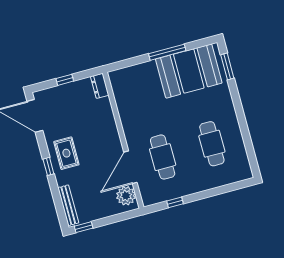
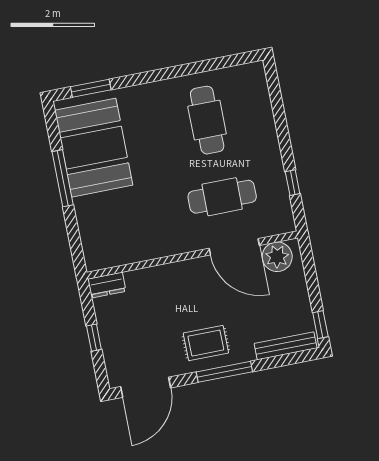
cafe table: (212, 144) -> (207, 120), turned 90
window: (48, 166) -> (224, 372), width x2.17

